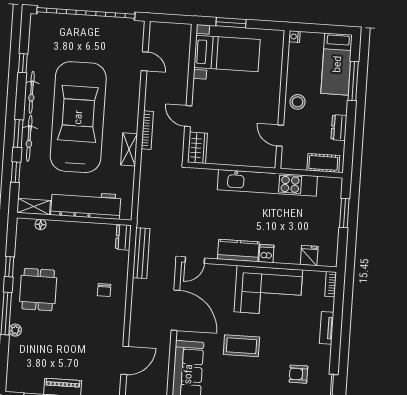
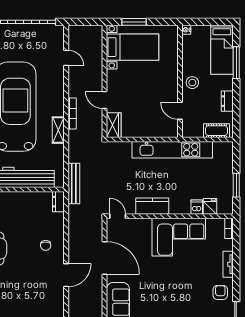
window: (344, 213) -> (236, 185), moved
bench: (141, 253) -> (74, 184), moved
dishwasher: (266, 254) -> (197, 207), moved
door: (195, 260) -> (118, 216), swing flipped
coffee table: (241, 346) -> (160, 283), removed
door: (125, 360) -> (66, 275), moved
armchair: (298, 374) -> (220, 292), moved, turned 90

